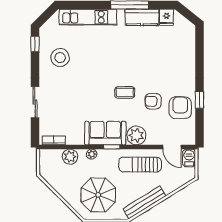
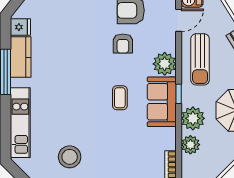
coffee table: (125, 92) -> (120, 98), moved
plant: (92, 154) -> (193, 118), width x1.87, depth x1.87

